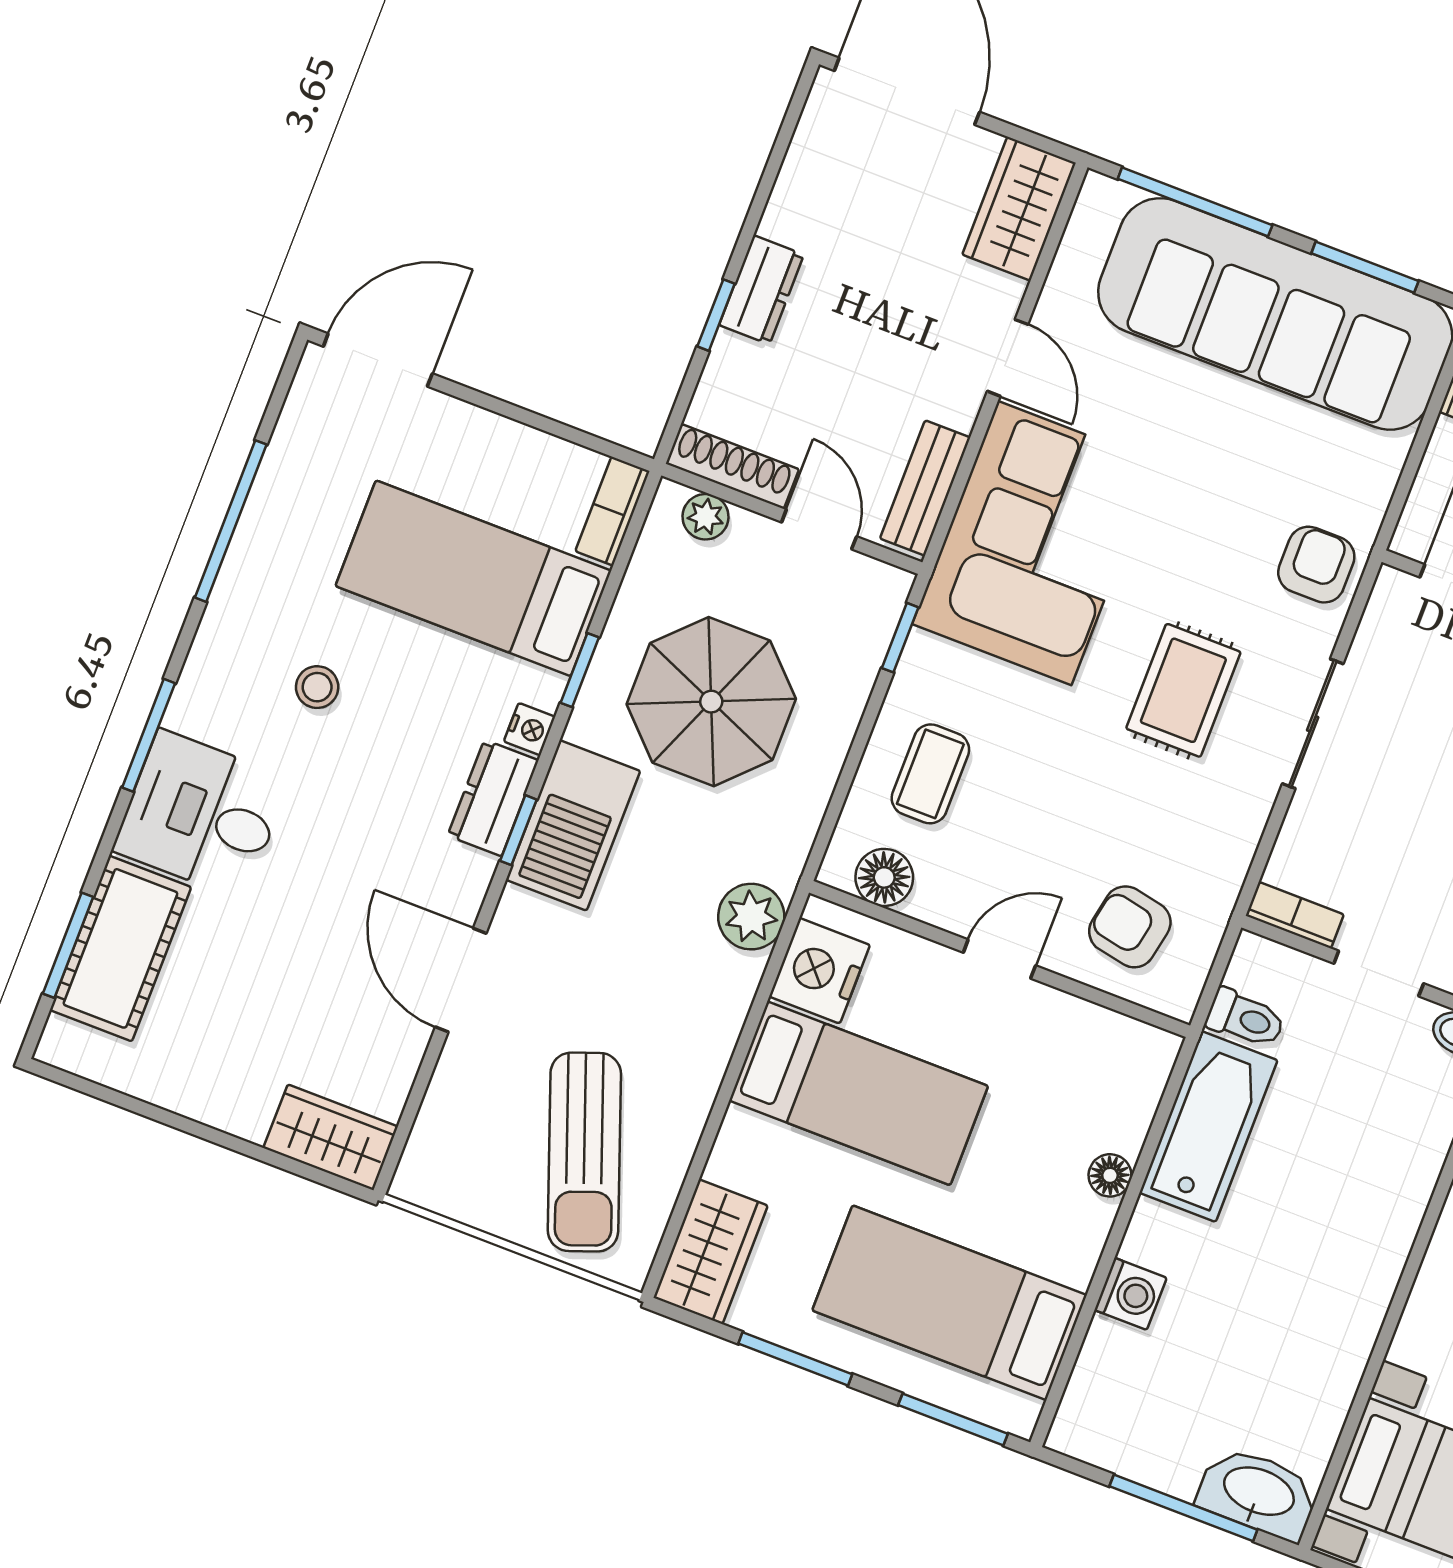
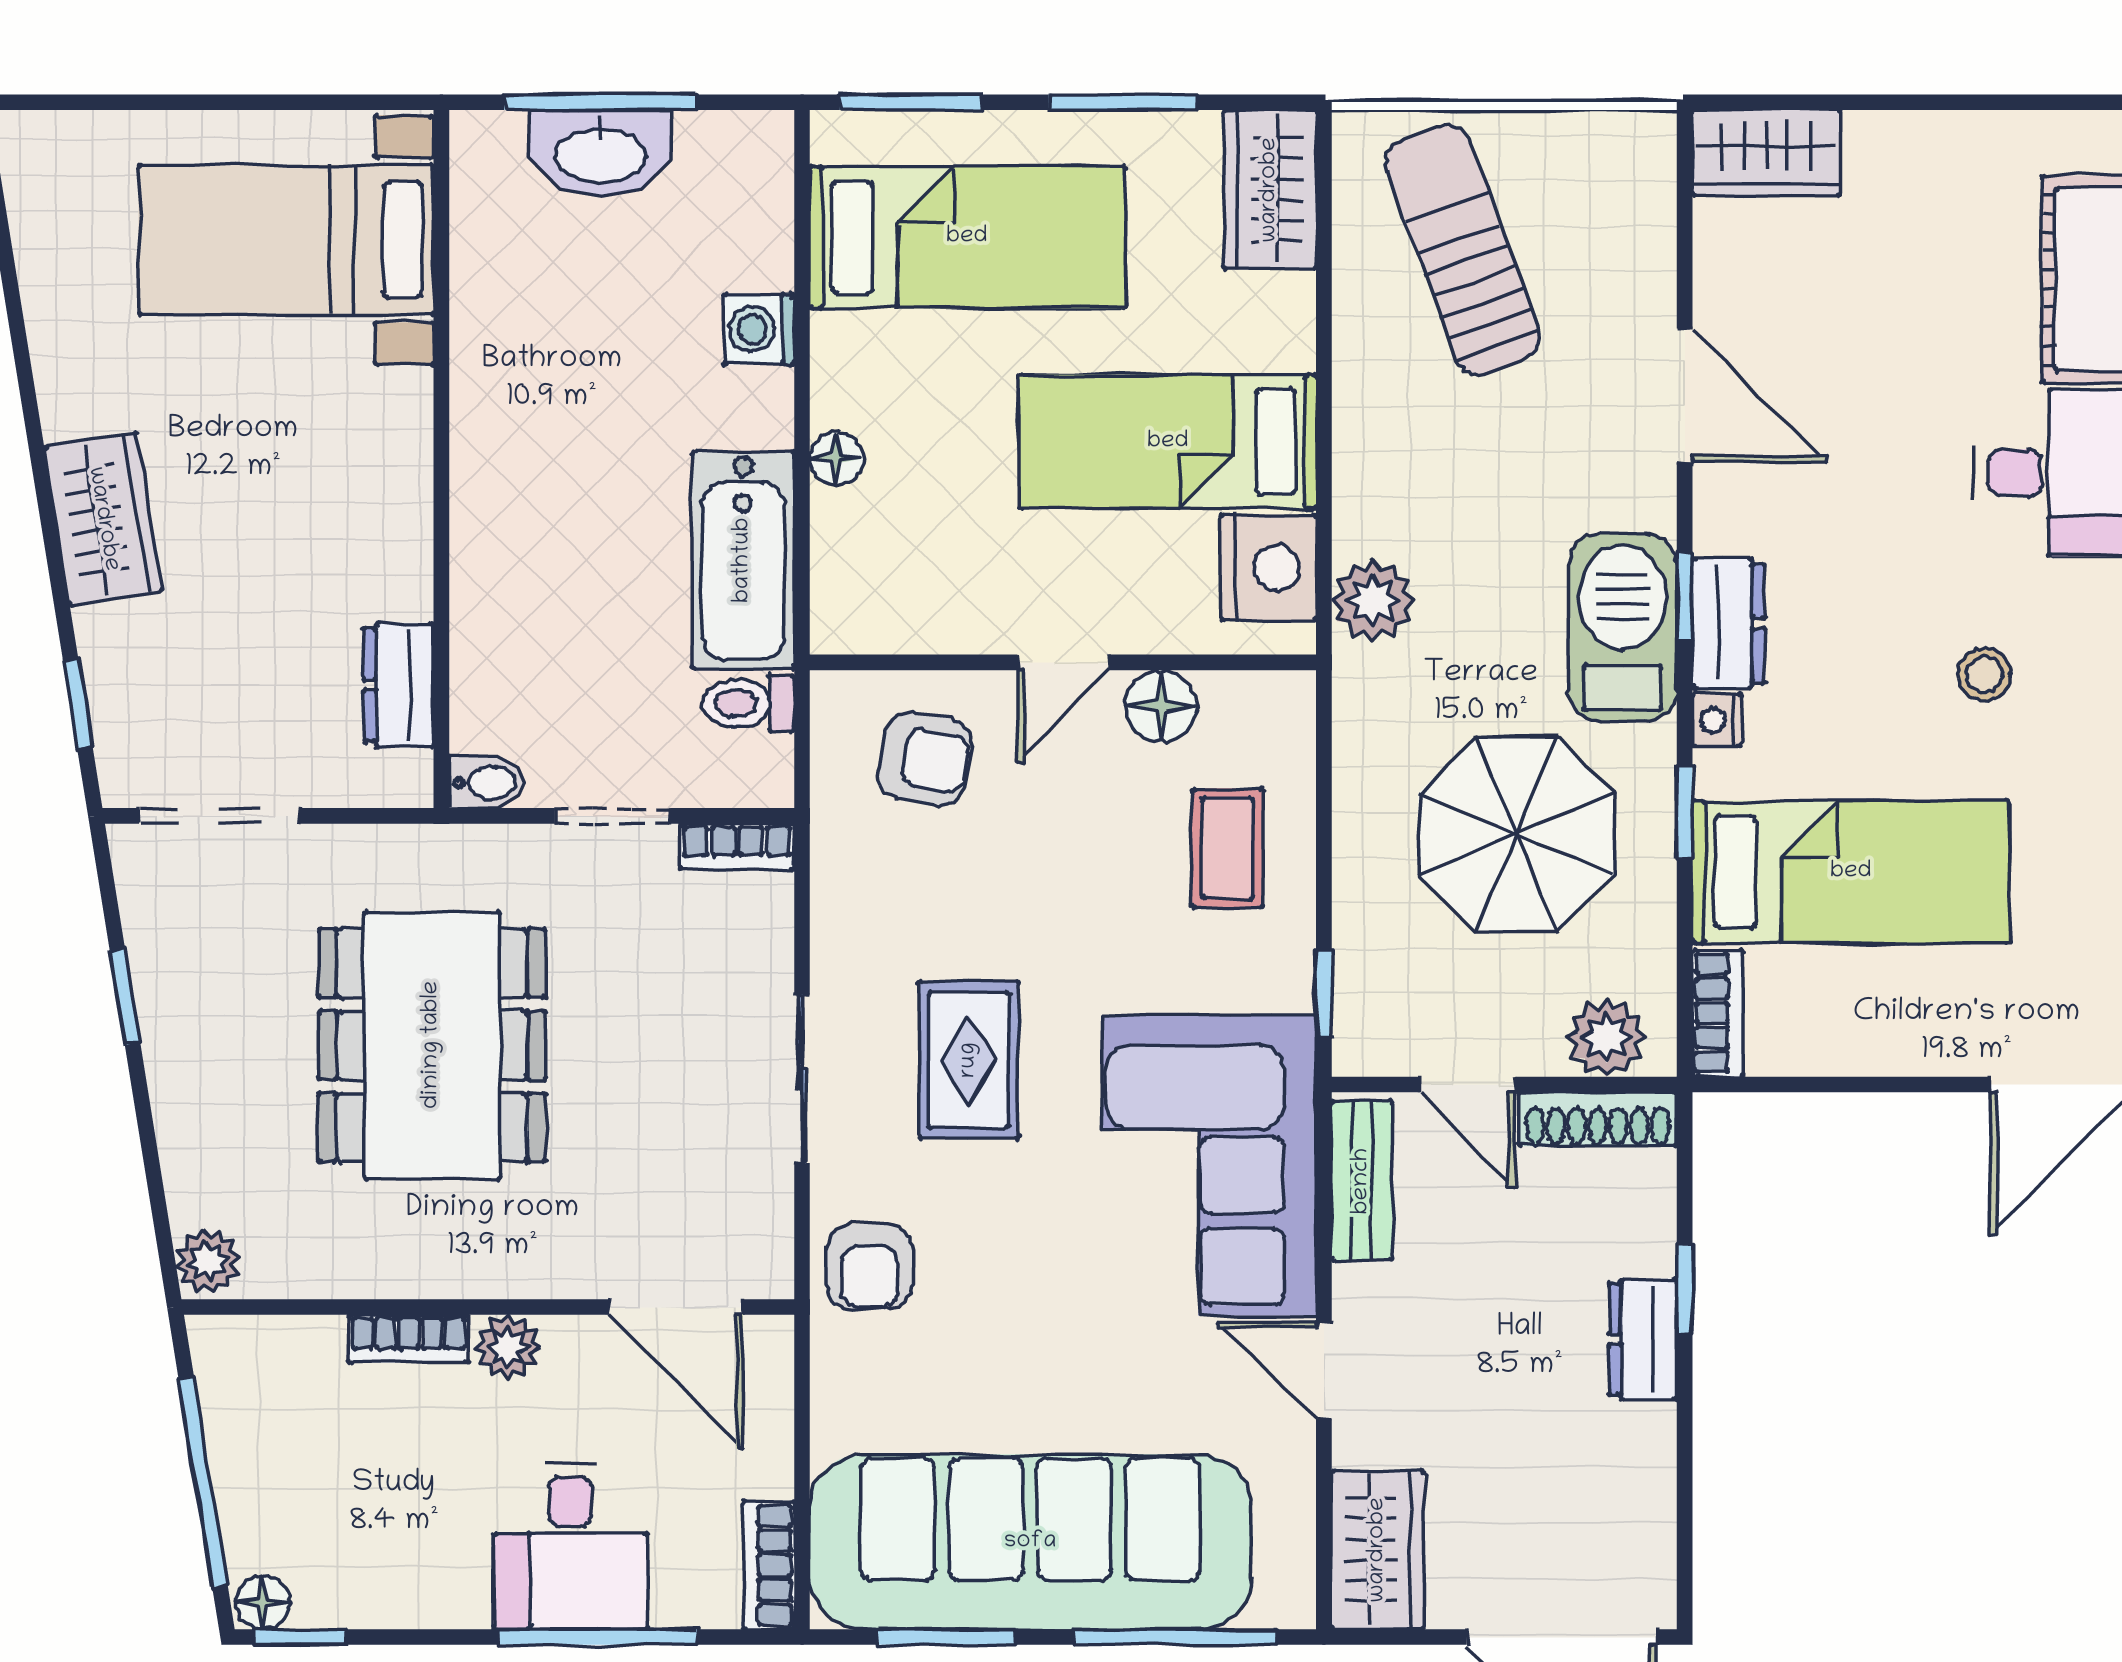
plant: (705, 517) -> (1606, 1037), width x1.38, depth x1.38
floor lamp: (884, 877) -> (1161, 706), moved
washbasin: (1258, 1493) -> (600, 153), moved

